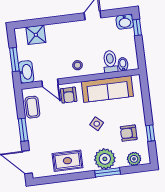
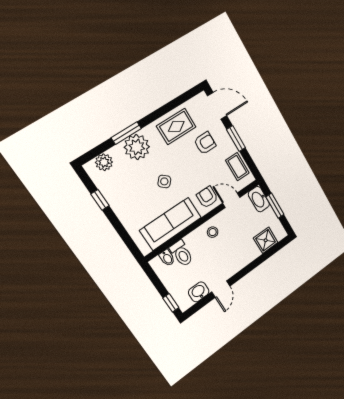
washbasin: (125, 22) -> (199, 292), moved
armchair: (129, 133) -> (205, 143), moved

